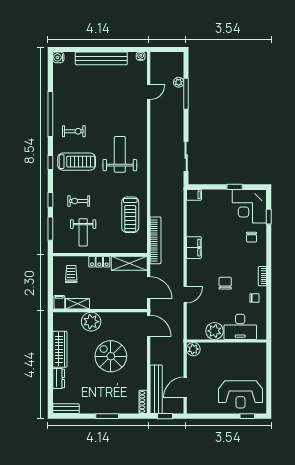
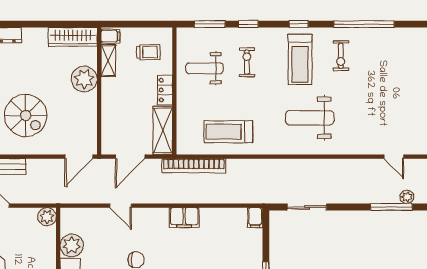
weight bench: (120, 154) -> (310, 118), turned 180
wardrobe: (60, 349) -> (73, 37), moved
spiral stairs: (111, 356) -> (26, 116), moved, turned 90

